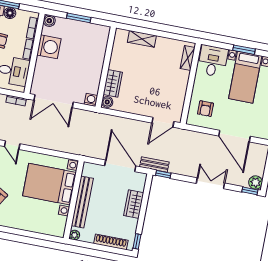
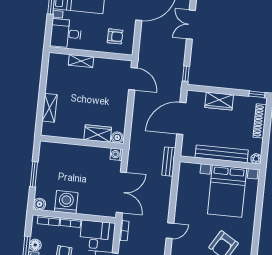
shelving: (188, 58) -> (81, 61), moved
bench: (154, 164) -> (169, 162), moved
bed with nightstands: (49, 184) -> (227, 191), moved

